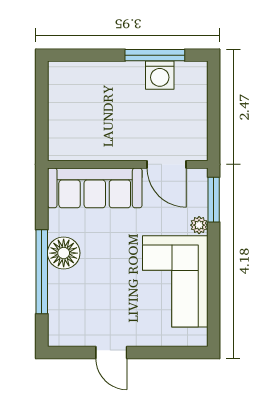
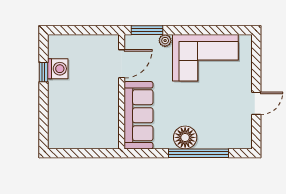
window: (155, 55) -> (43, 72), width x0.46

